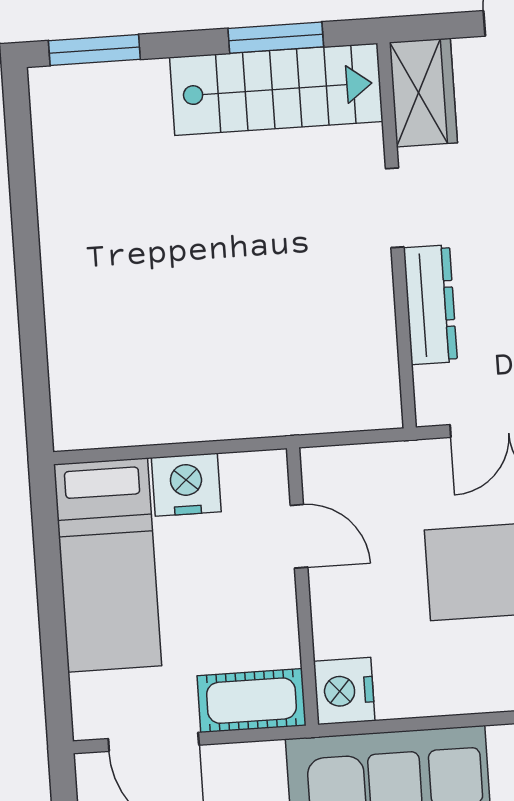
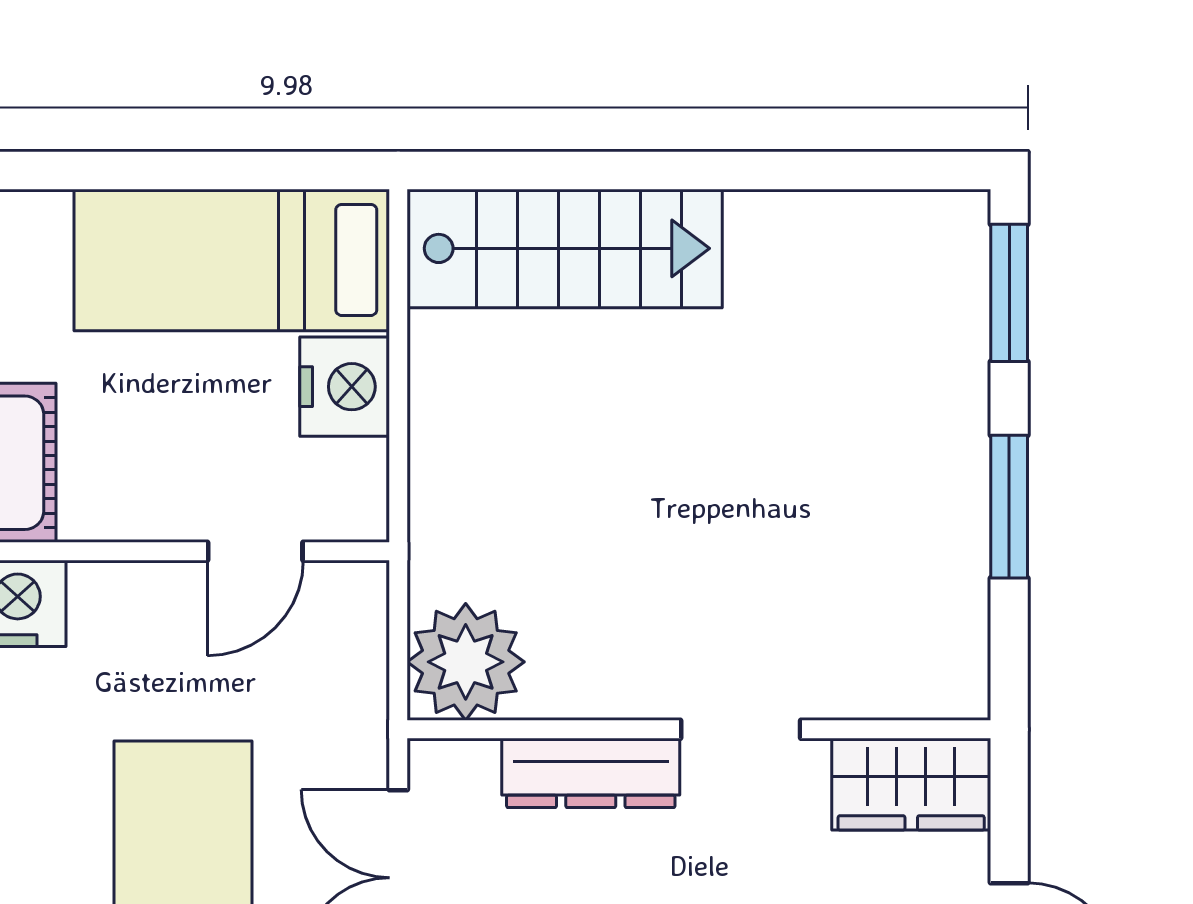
window: (276, 38) -> (1009, 507), moved
stairs: (276, 89) -> (565, 248), moved, turned -90
plant: (363, 392) -> (466, 662), added

